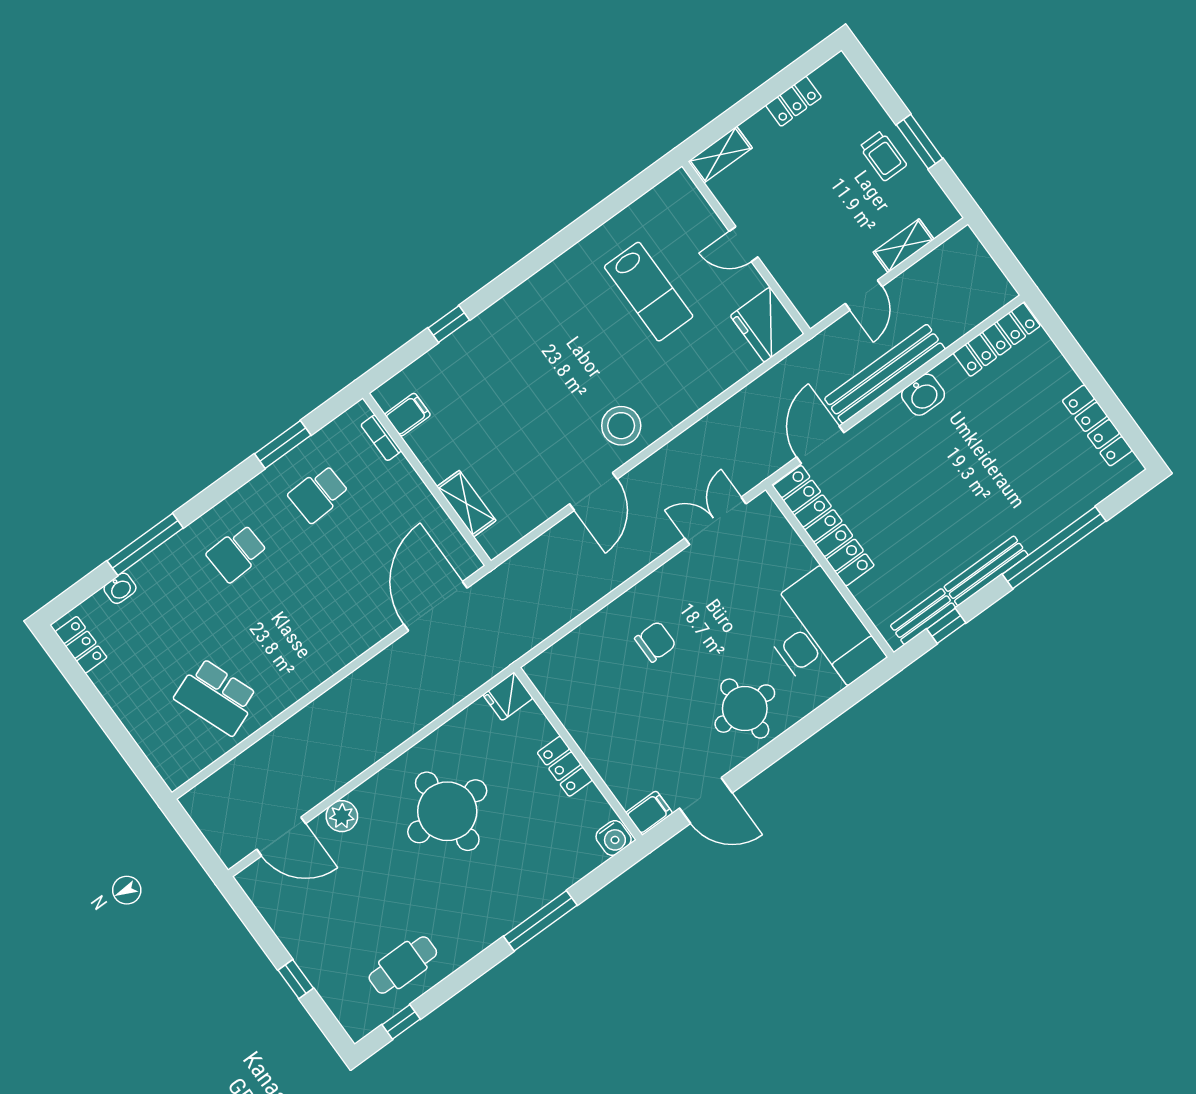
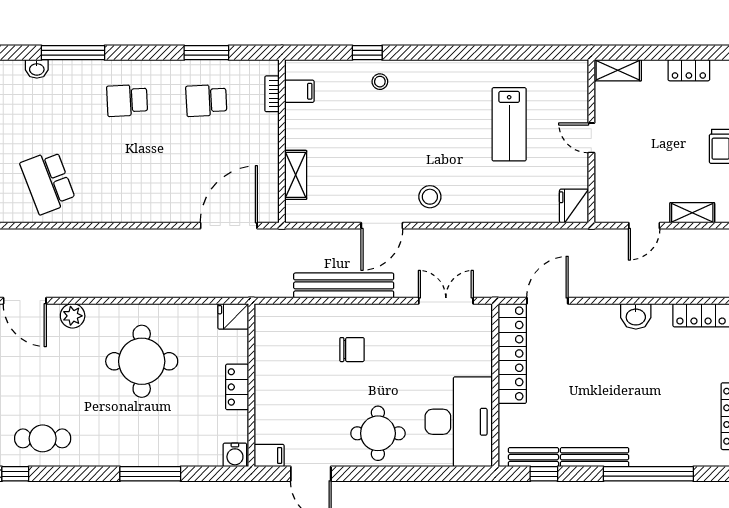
fridge: (767, 325) -> (574, 206), width x0.73, depth x0.75
stool: (483, 344) -> (380, 82), added
bench: (885, 374) -> (344, 285), moved
stool: (621, 426) -> (430, 197), width x0.73, depth x0.73

